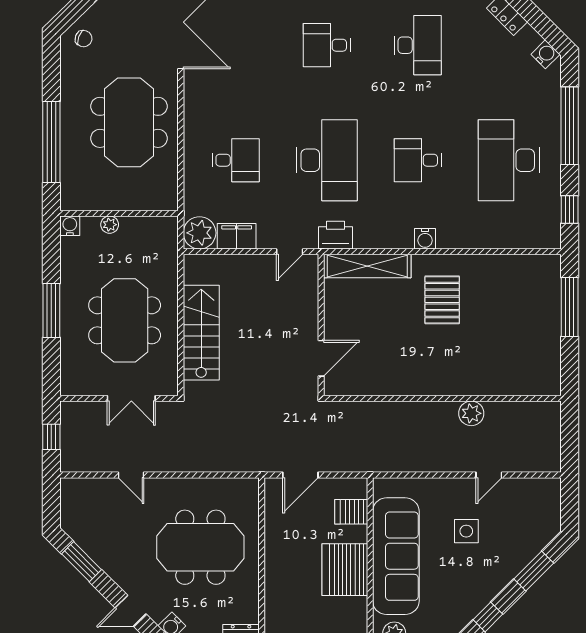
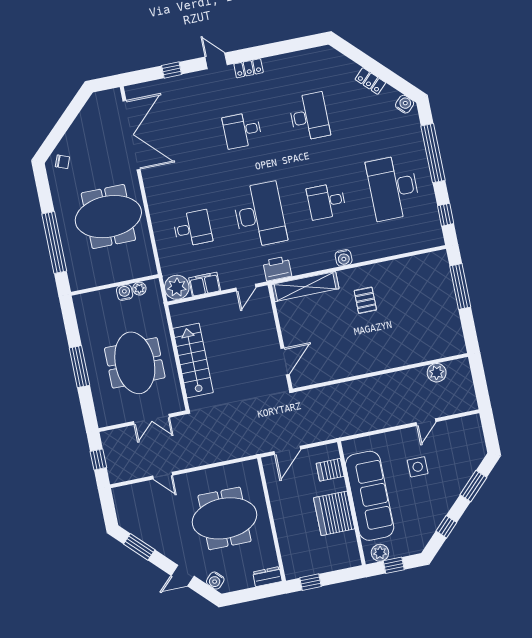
meeting table: (129, 122) -> (108, 217), turned 90
plant: (110, 225) -> (139, 289), moved
water cooler: (70, 226) -> (125, 292), moved
pallet: (442, 300) -> (365, 300), width x0.67, depth x0.71
plant: (471, 413) -> (437, 373), moved

